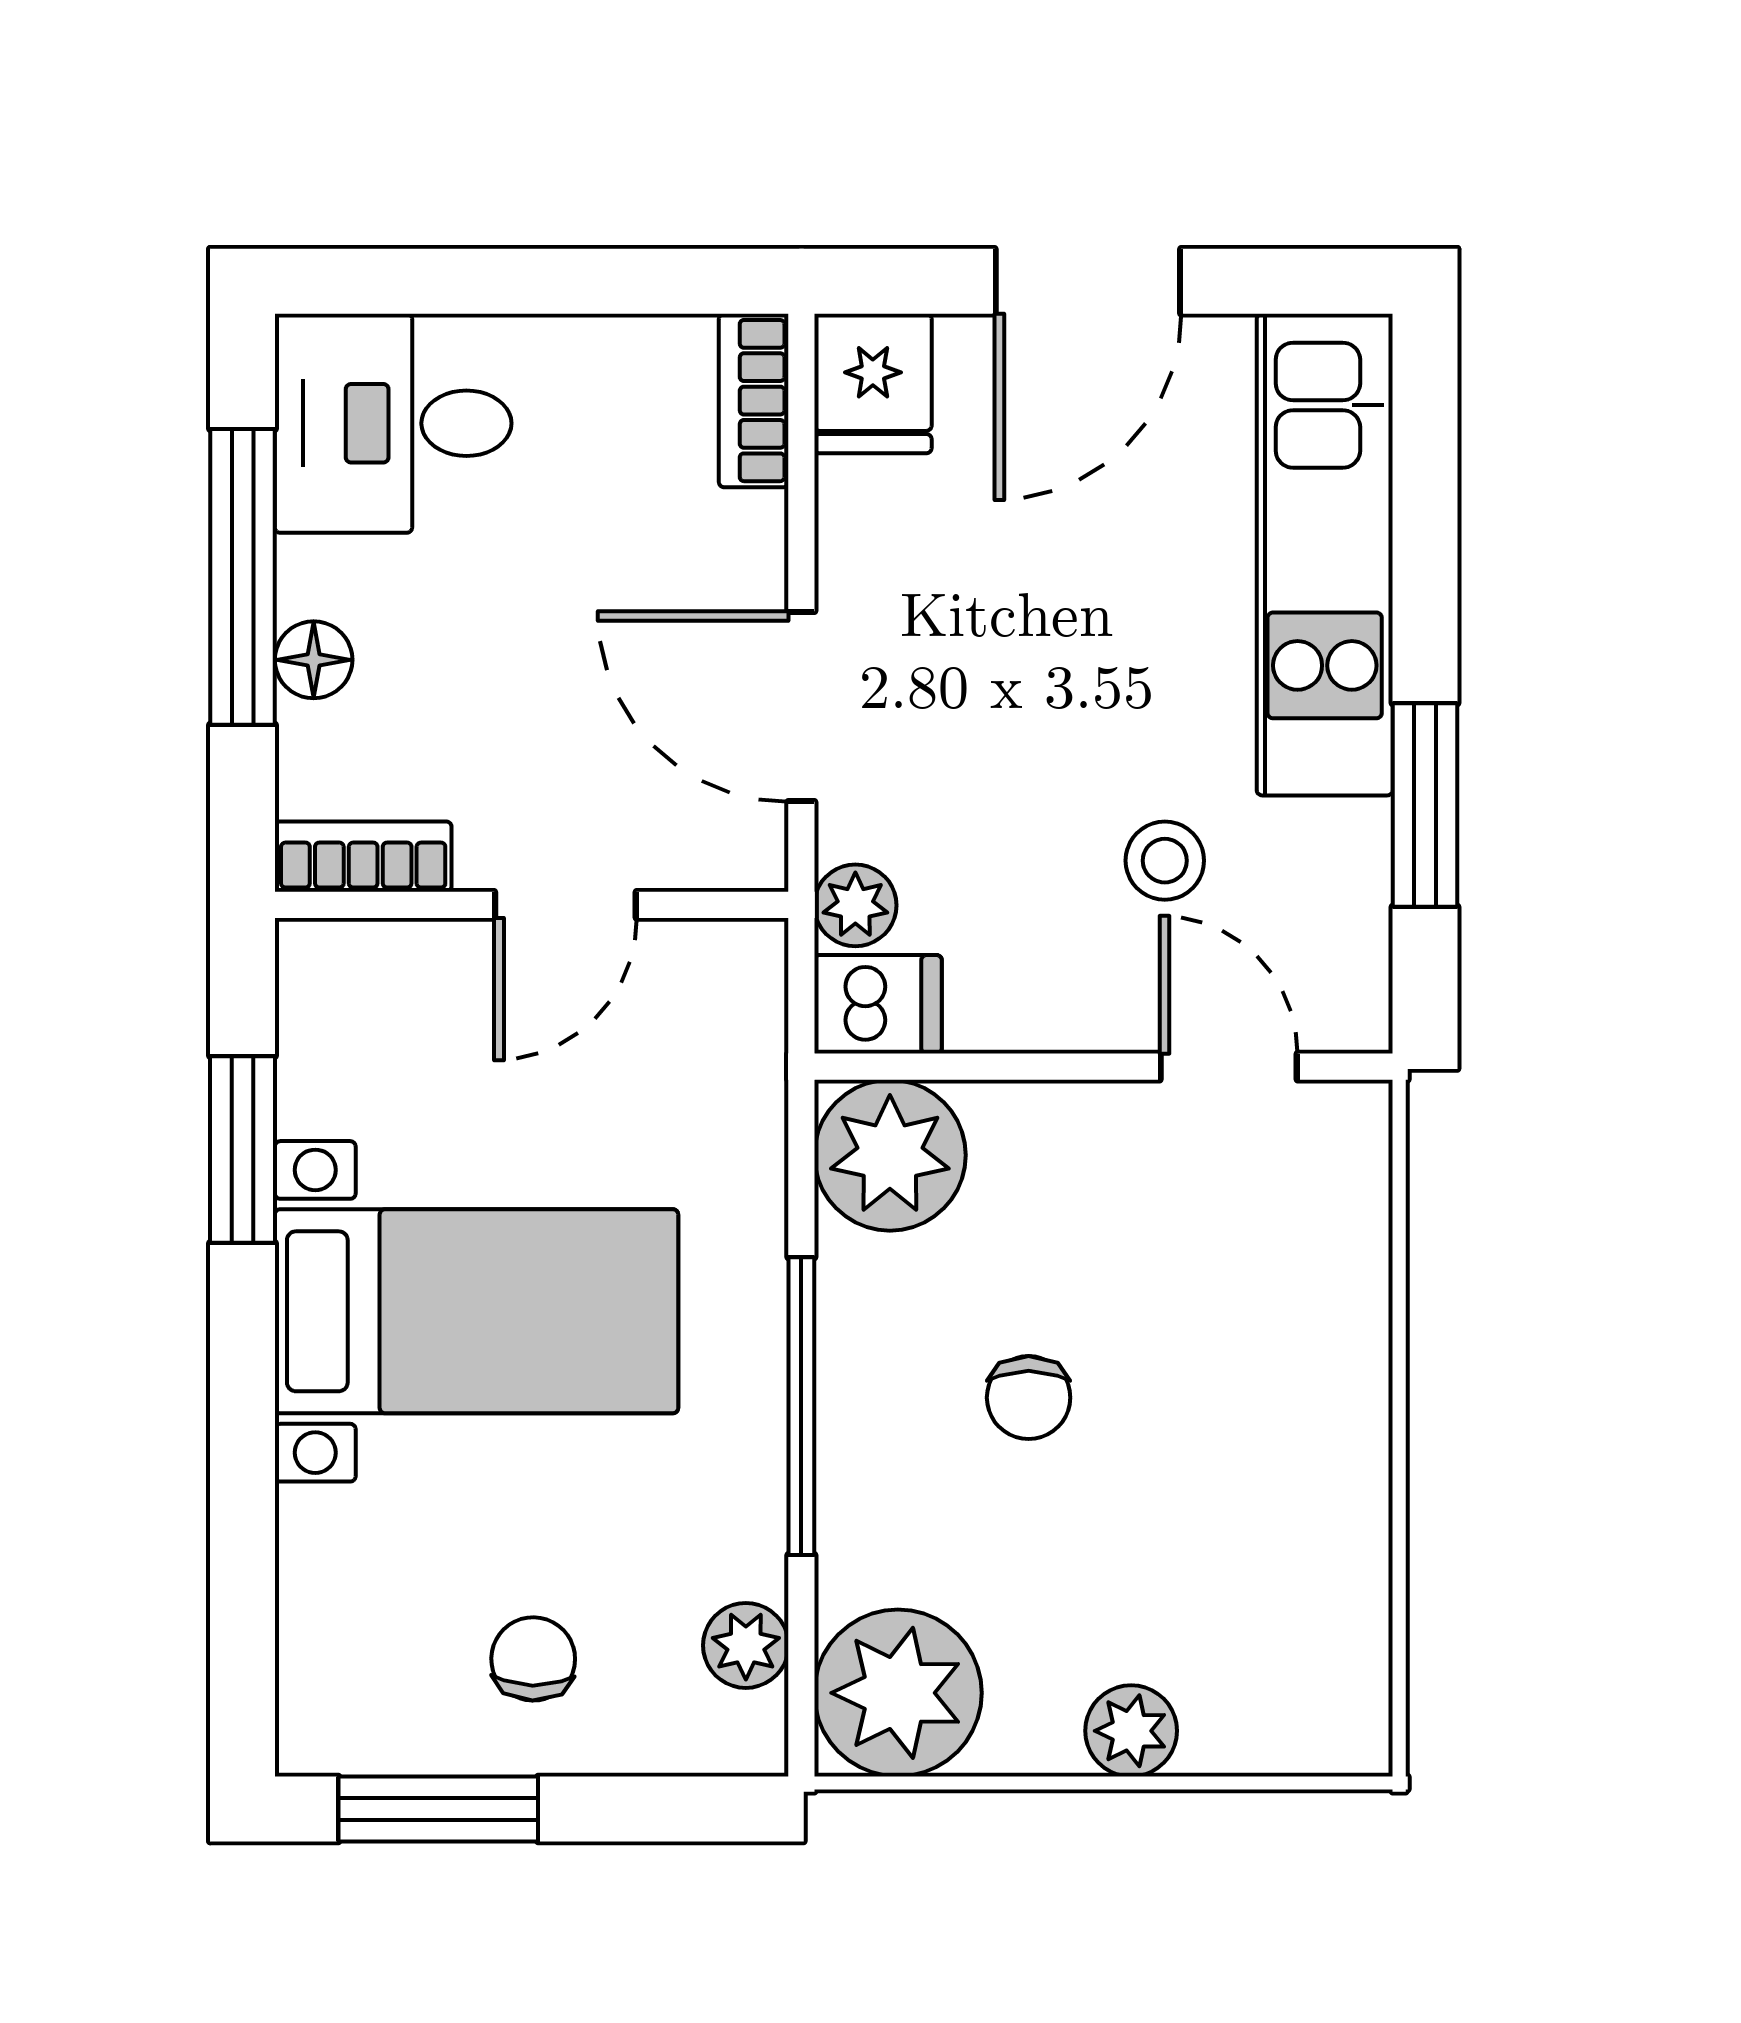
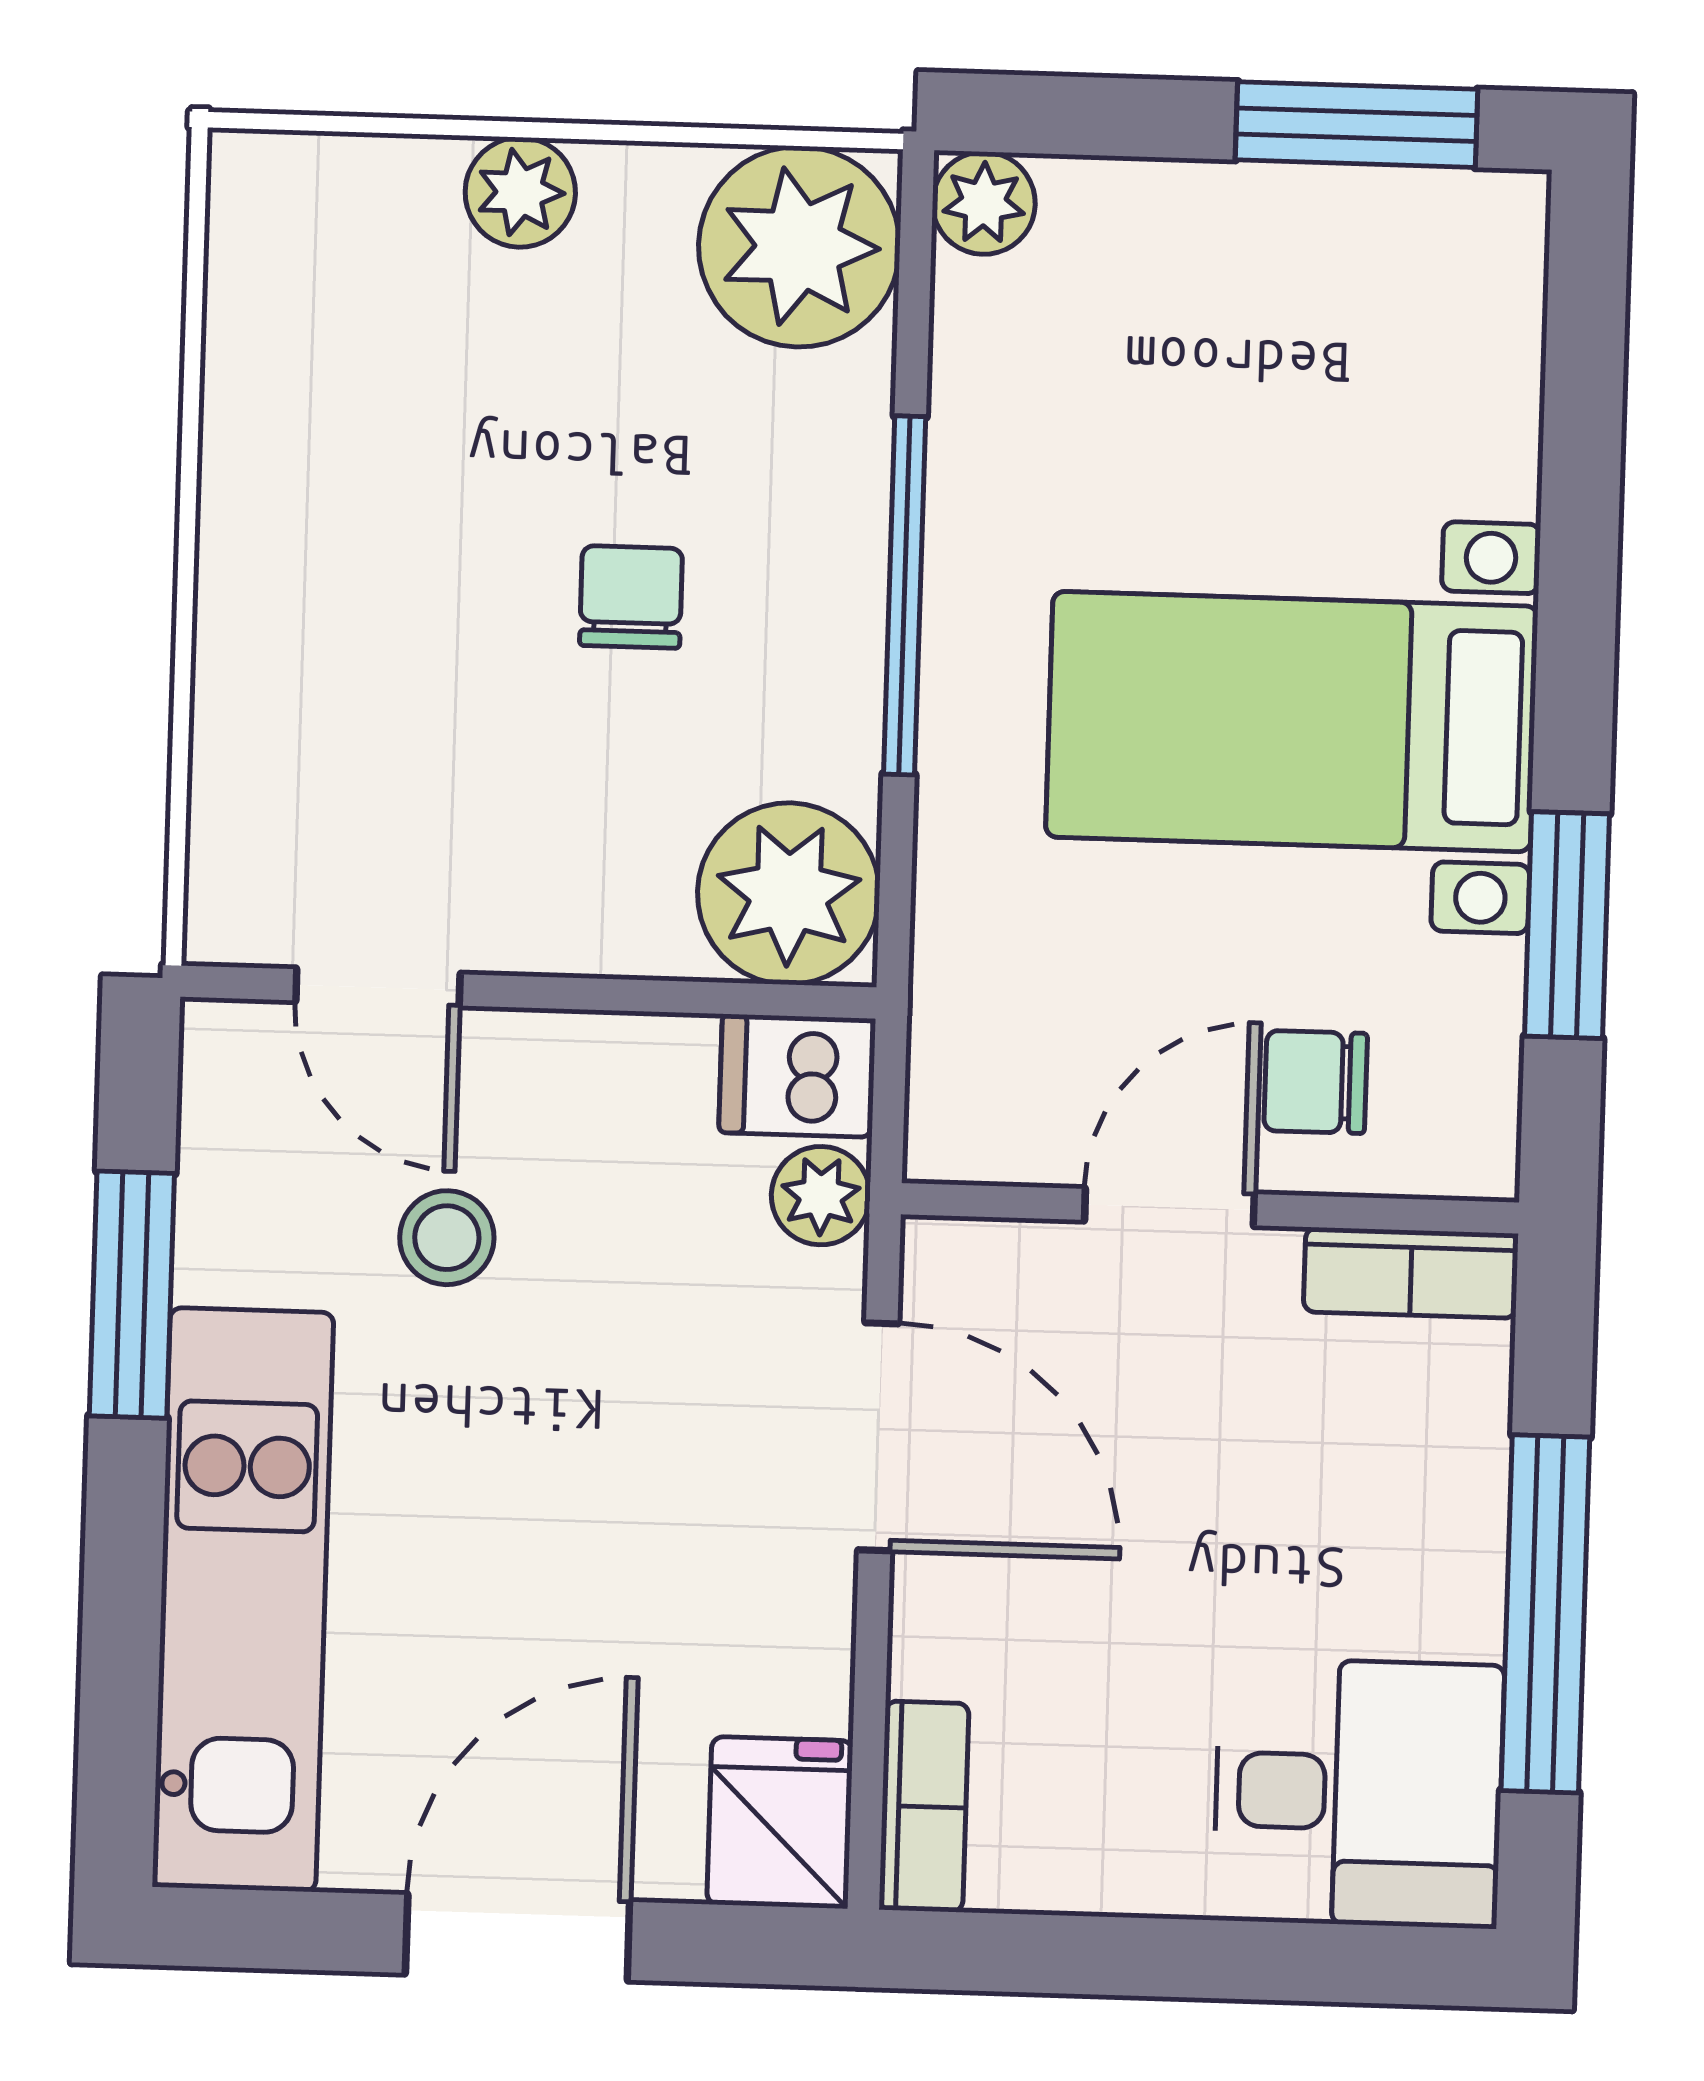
floor lamp: (314, 660) -> (1463, 1511), removed
plant: (746, 1645) -> (984, 203), moved
chair: (533, 1659) -> (1316, 1082), moved, turned 89

